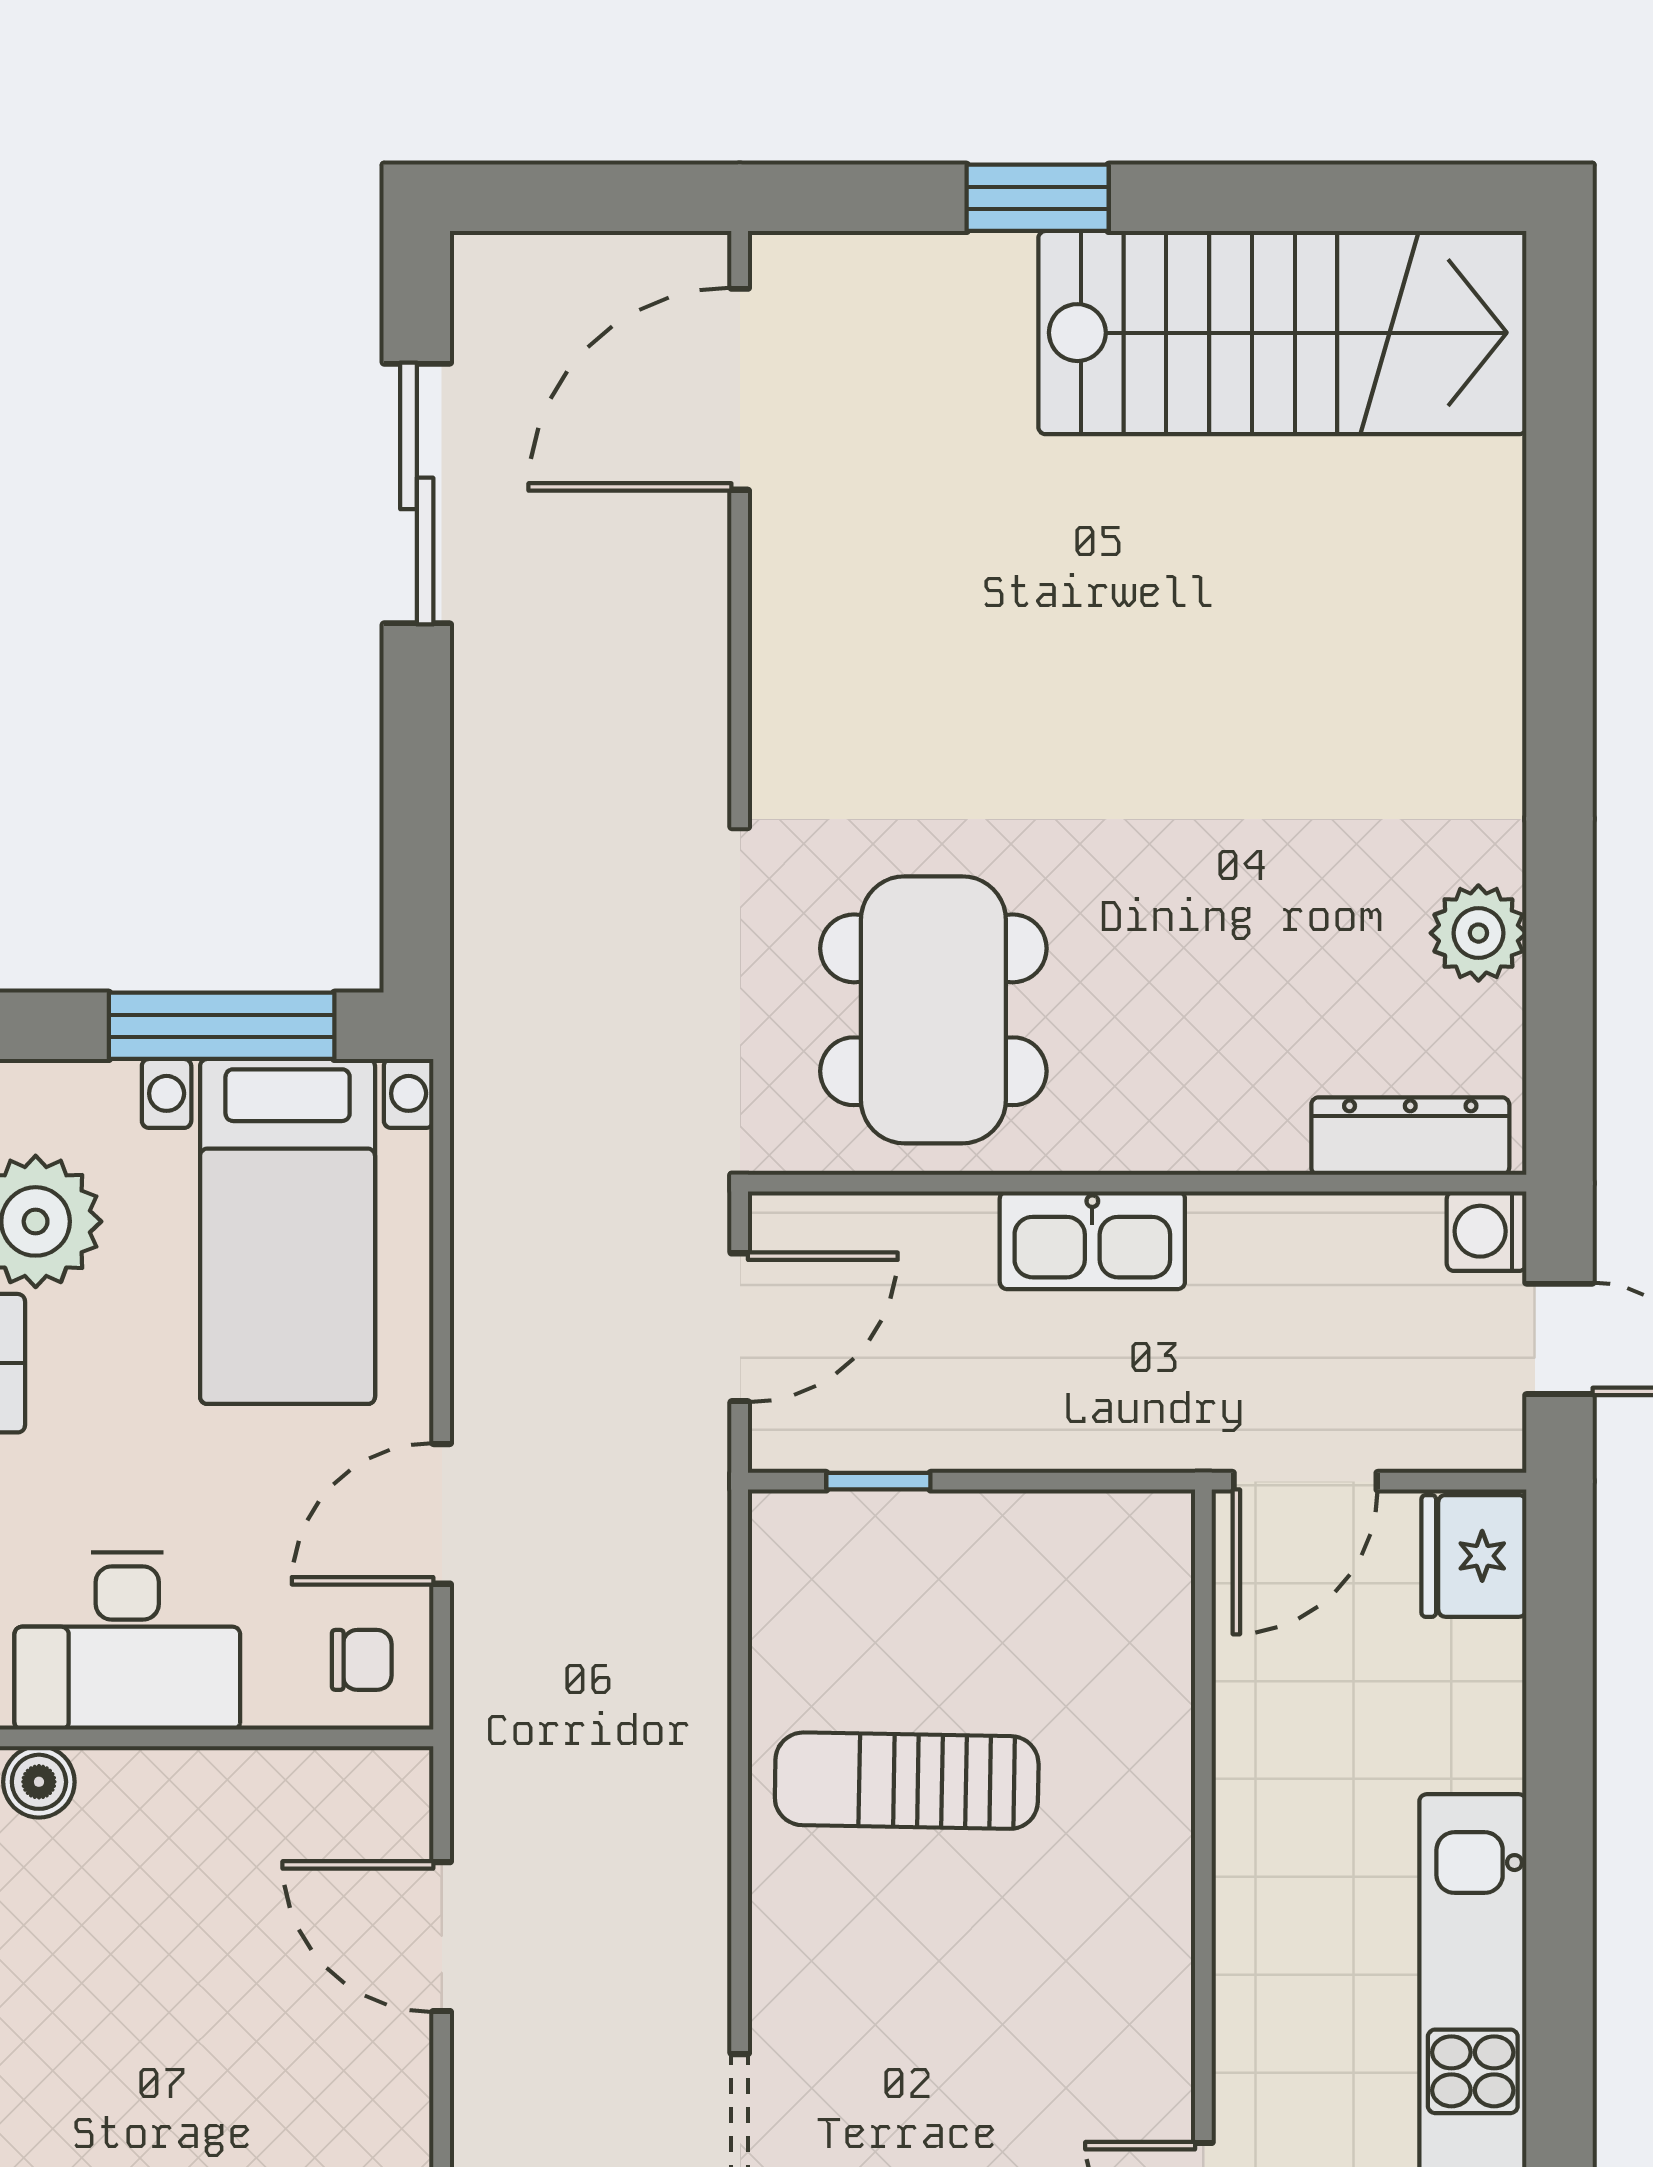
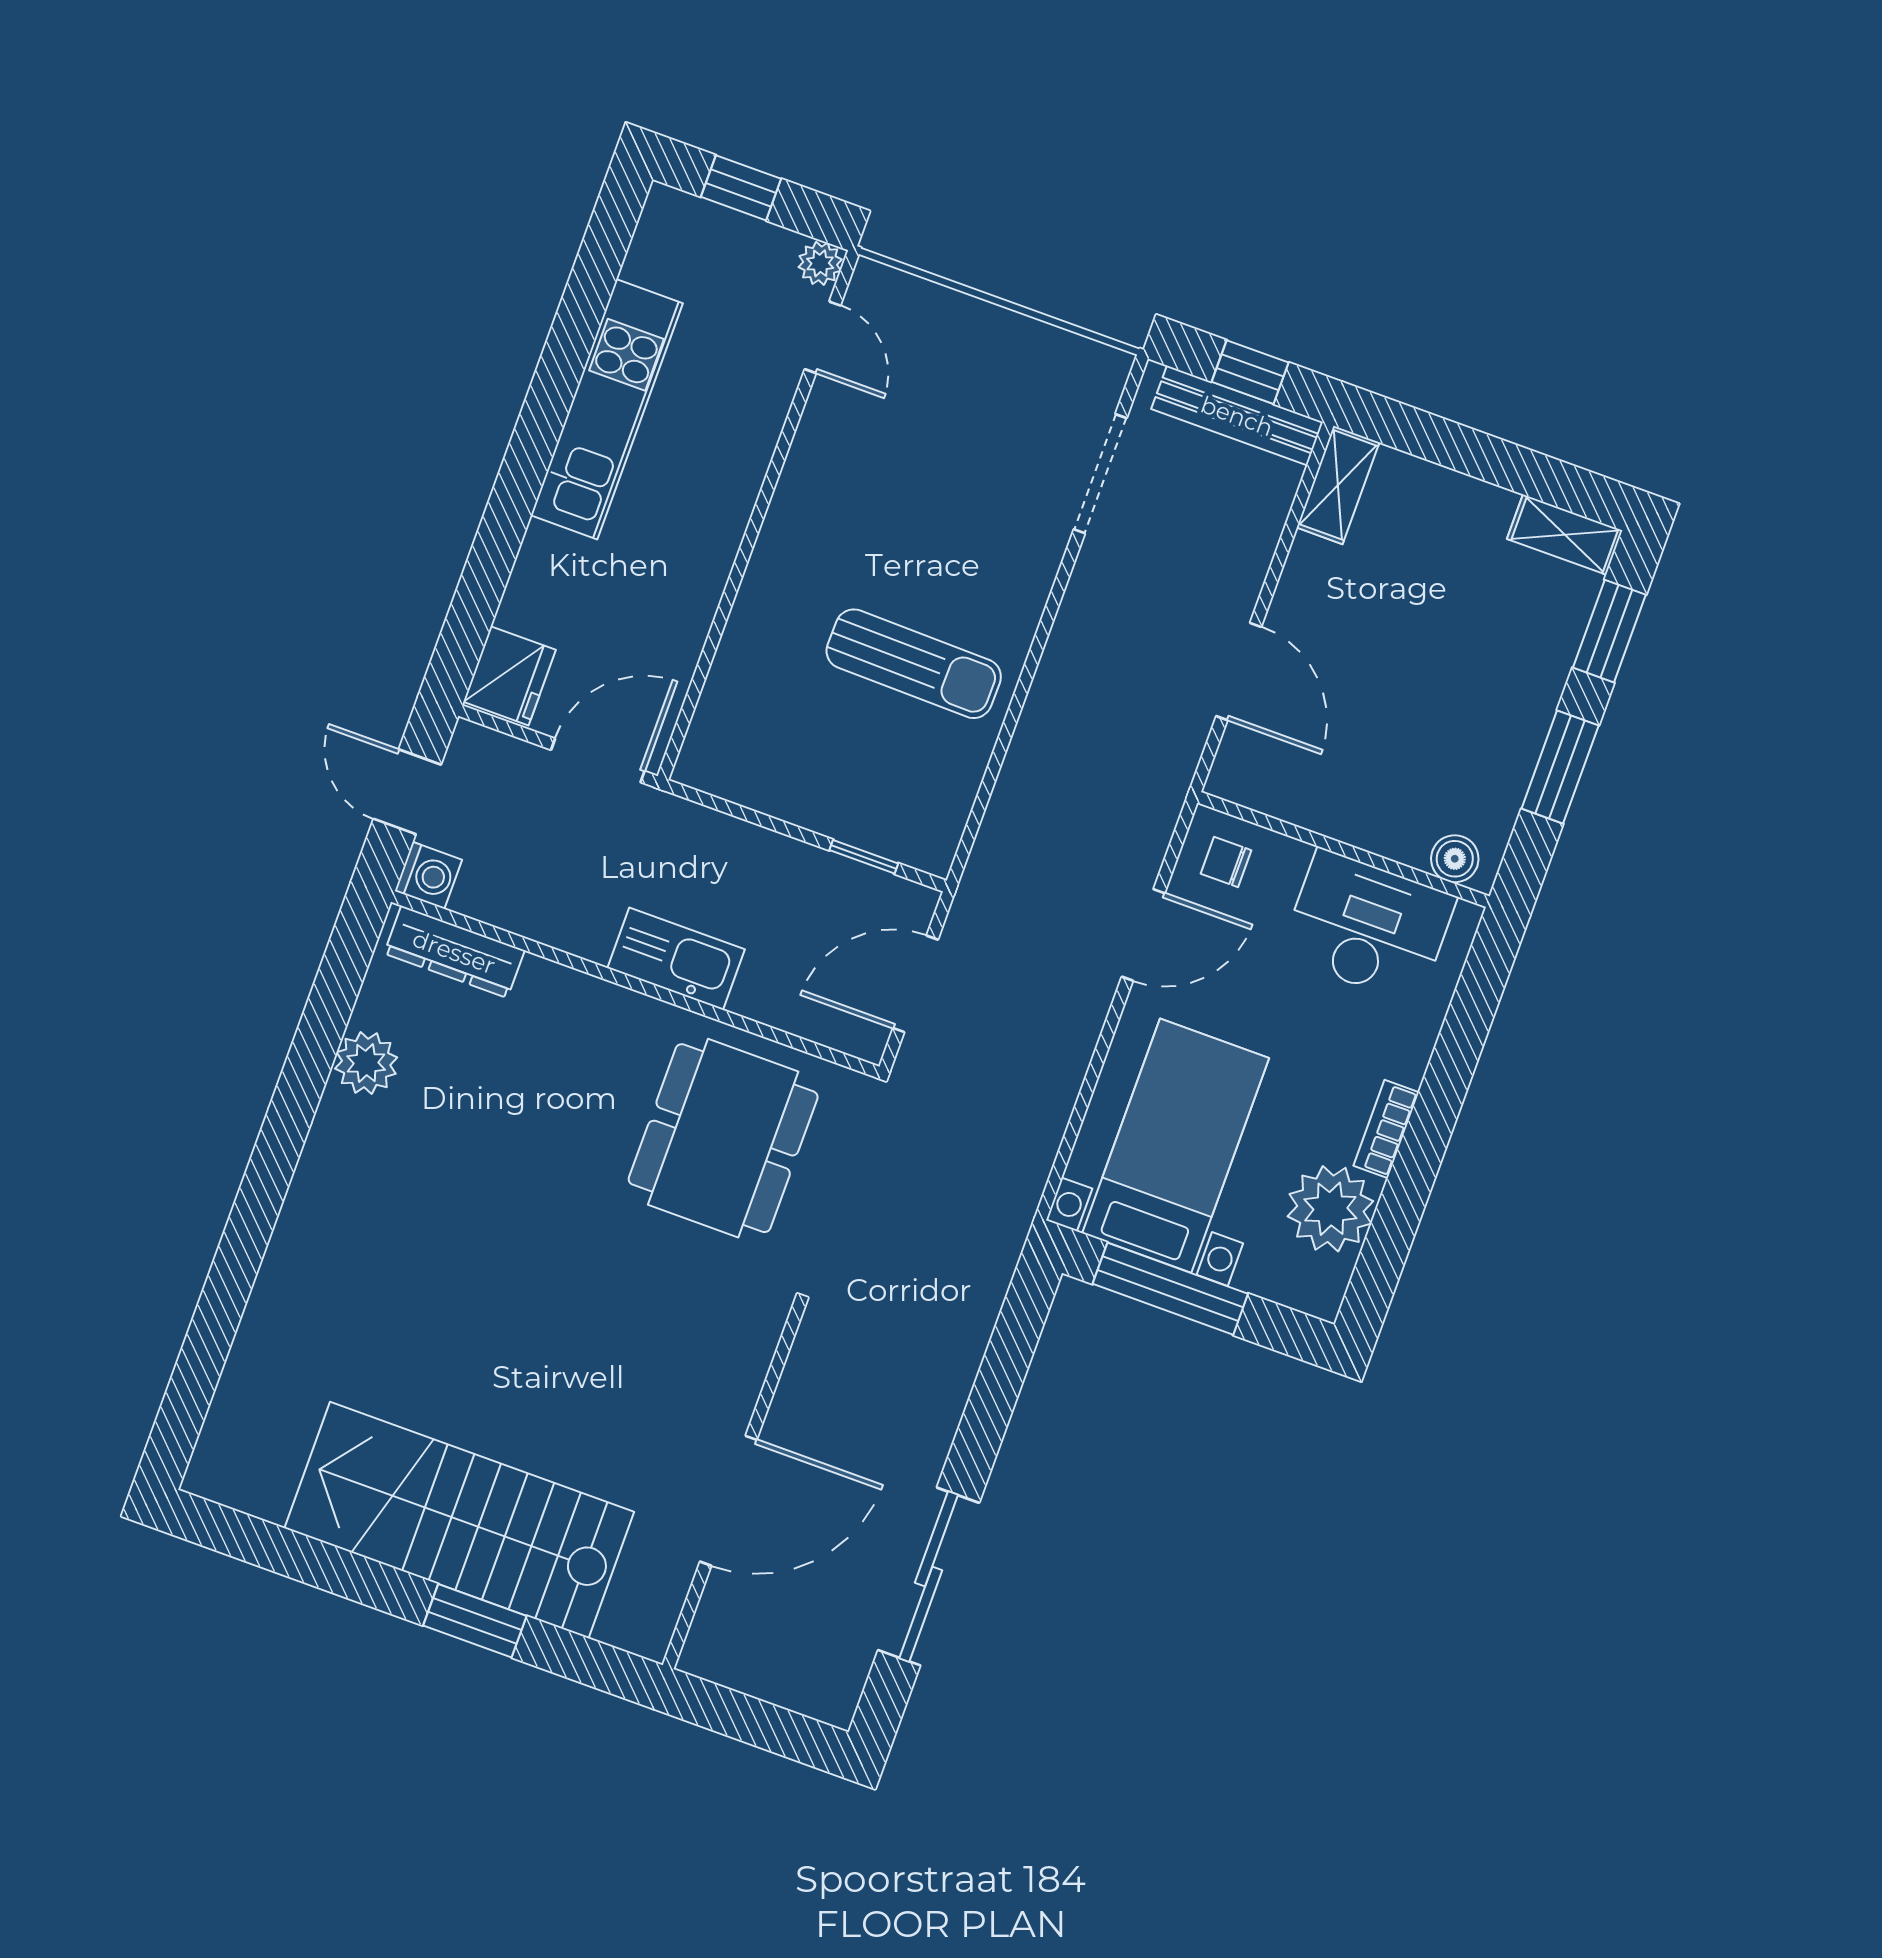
stairs: (1282, 333) -> (459, 1520), moved
door: (740, 389) -> (728, 1501), moved

